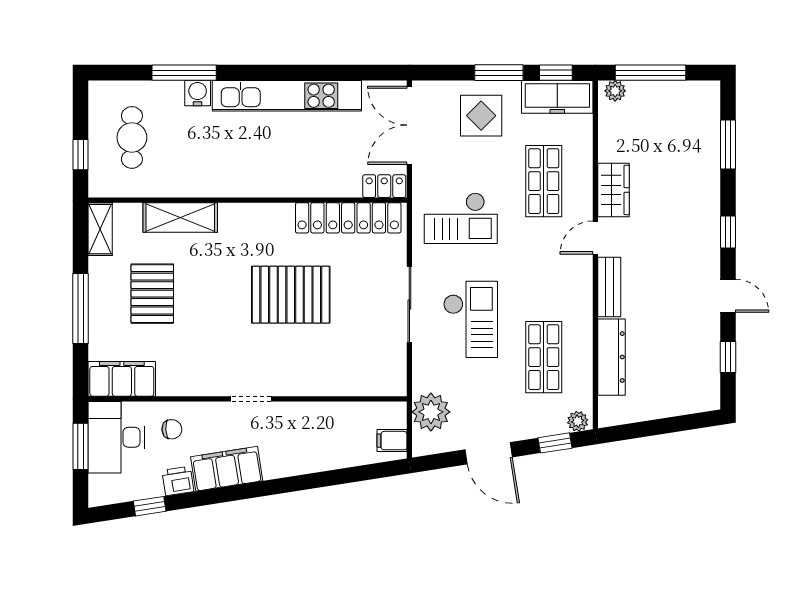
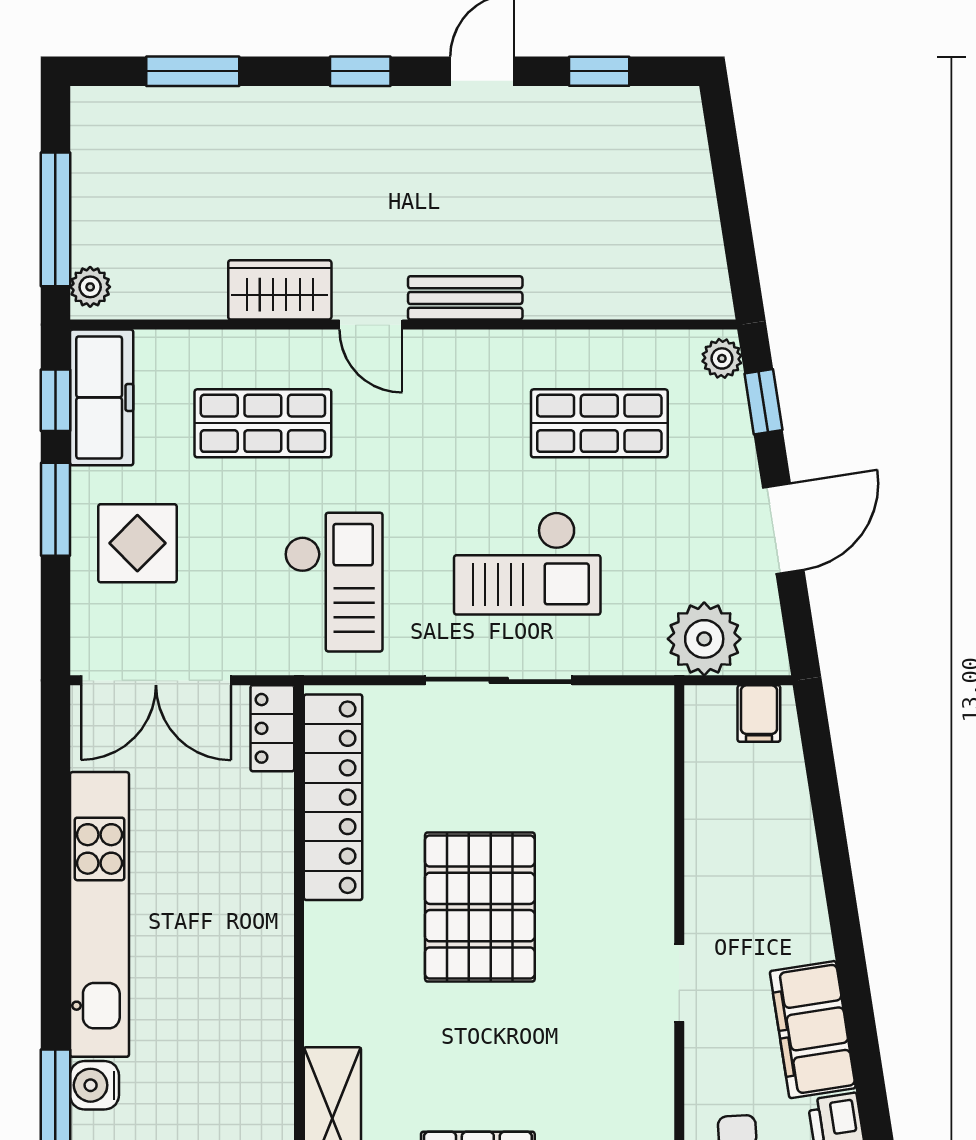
checkout: (471, 319) -> (527, 563), turned 180
dresser: (612, 357) -> (599, 294), removed

